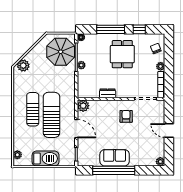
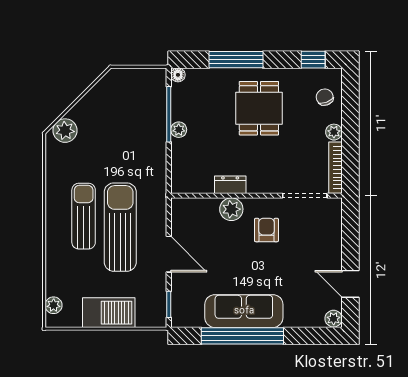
window: (139, 29) -> (313, 60), moved
parasol: (61, 52) -> (138, 103), removed
plant: (83, 106) -> (231, 209), moved
door: (169, 131) -> (350, 284), moved
sofa: (115, 158) -> (244, 311), width x1.36

